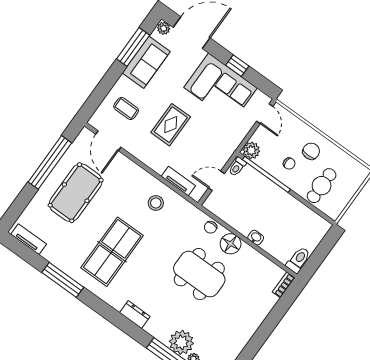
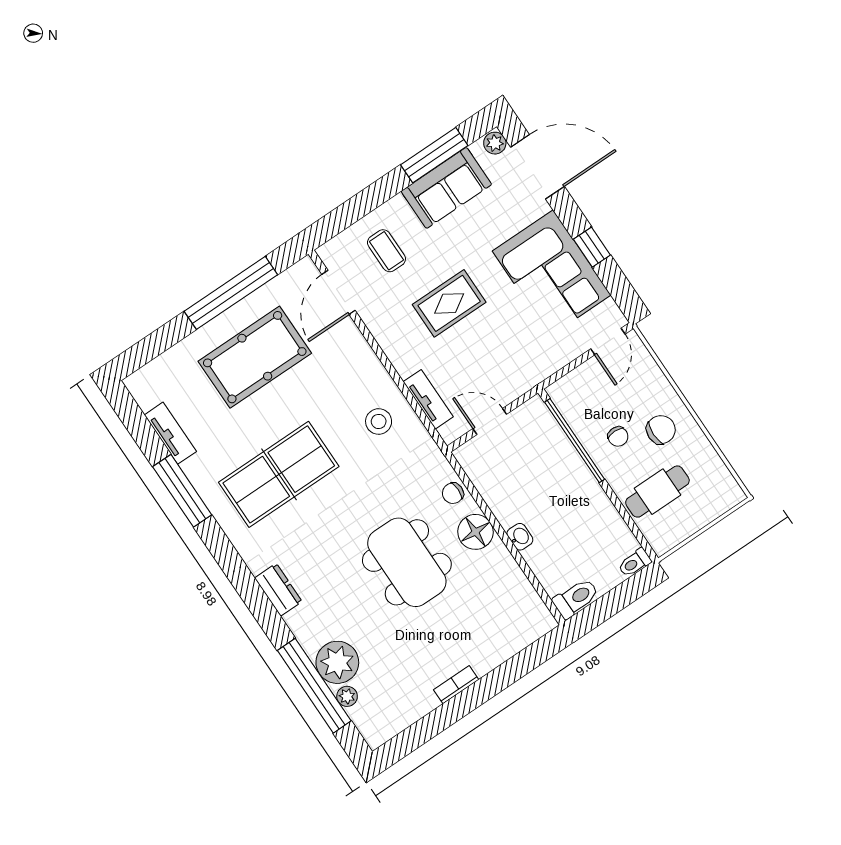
plant: (251, 150) -> (564, 393), removed
toilet: (237, 167) -> (635, 563), moved
tv unit: (29, 239) -> (170, 433), moved
bookcase: (284, 285) -> (456, 685), moved

